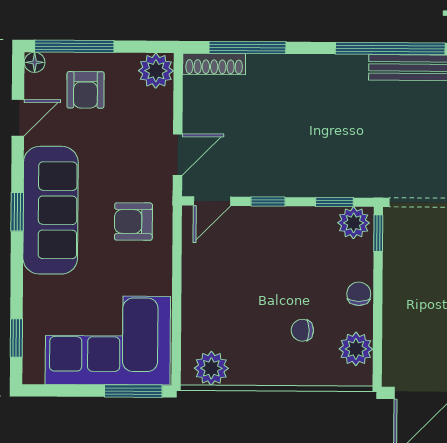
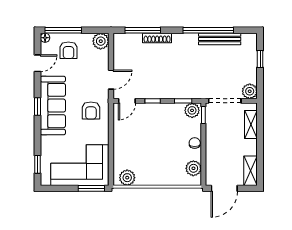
shoe rack: (214, 64) -> (157, 38), moved
armchair: (133, 222) -> (91, 111), turned -90
chair: (302, 330) -> (169, 160), removed

